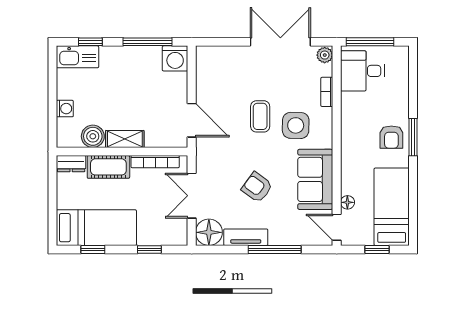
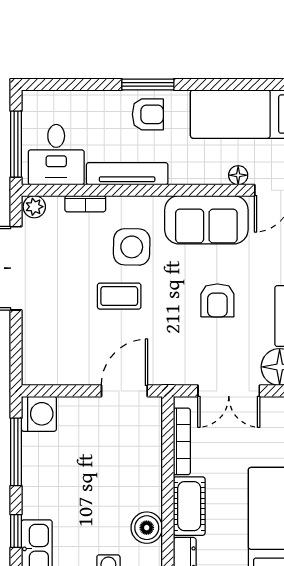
tv unit: (349, 122) -> (127, 174), added
shelving: (125, 139) -> (151, 483), removed
armchair: (257, 187) -> (217, 300), turned -36

